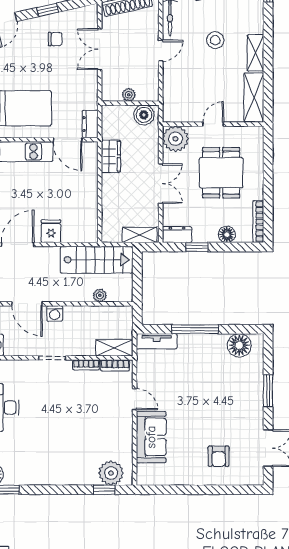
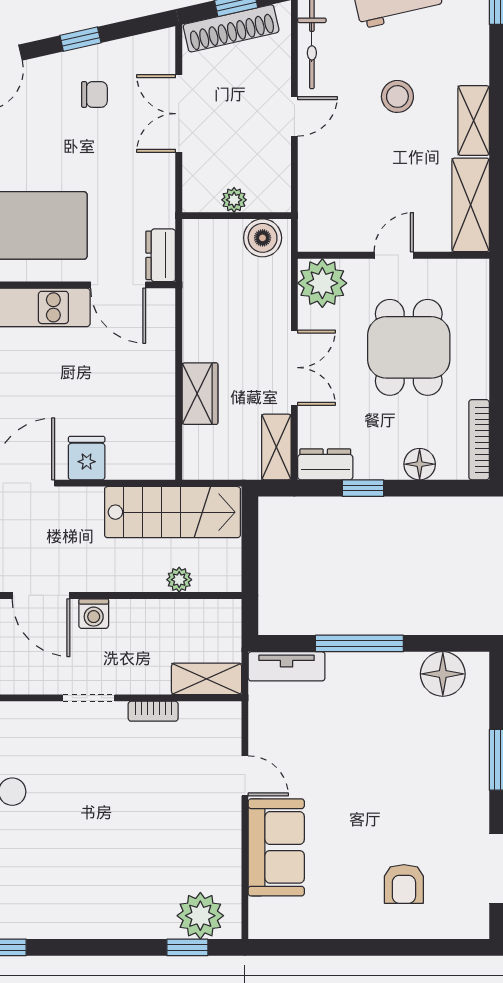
wardrobe: (111, 156) -> (200, 394), moved
shelving: (140, 235) -> (276, 447), moved, turned 90
bookcase: (115, 365) -> (208, 712), removed

